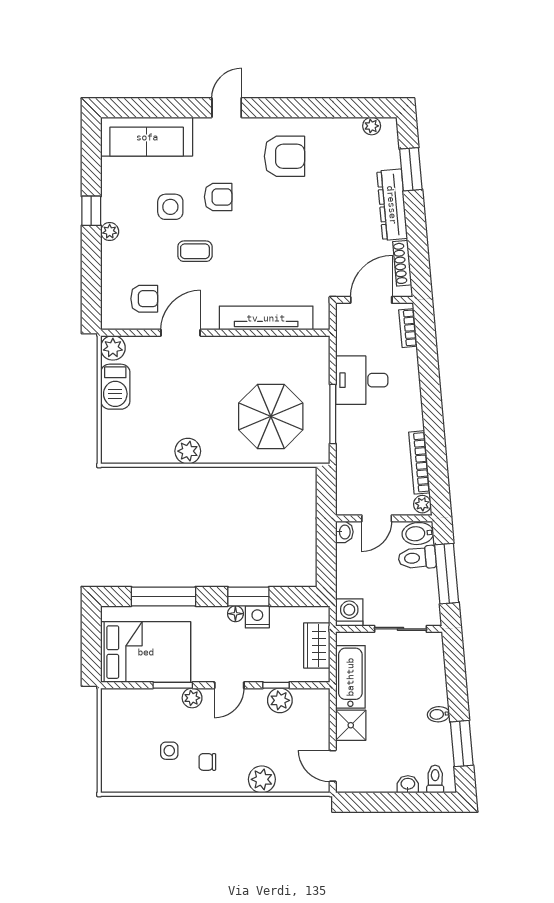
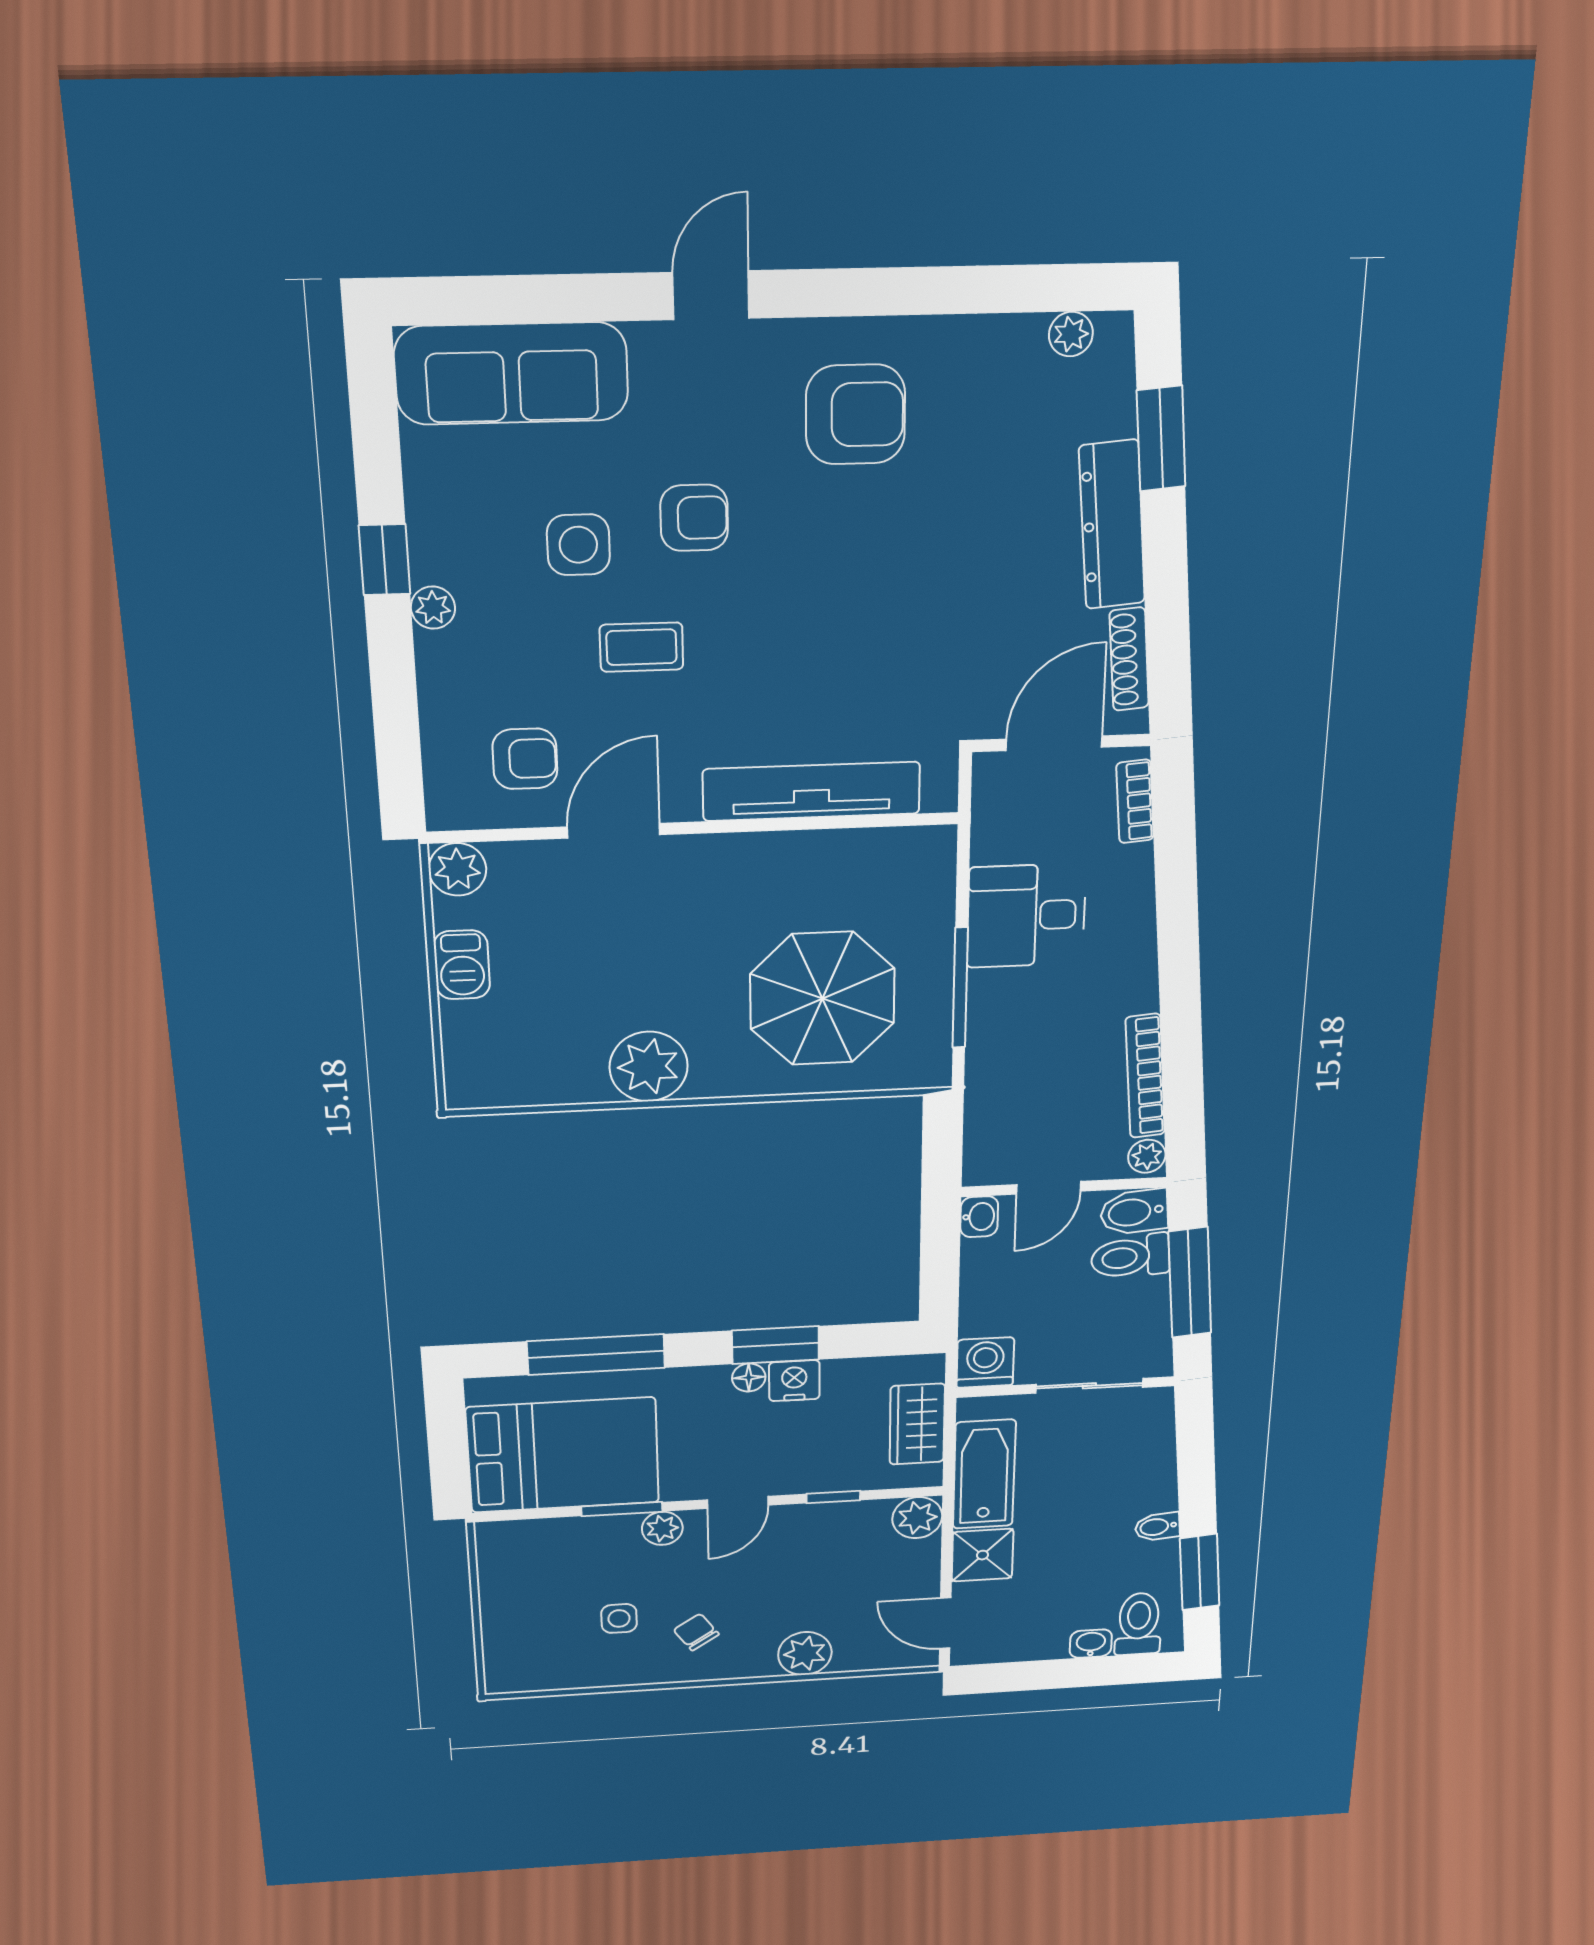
barbecue: (115, 387) -> (462, 965), width x0.73, depth x0.79
plant: (188, 451) -> (649, 1067), width x1.36, depth x1.36
plant: (280, 700) -> (917, 1518), moved
chair: (207, 762) -> (696, 1632), turned 56
toilet: (435, 779) -> (1139, 1624), width x1.37, depth x1.39

